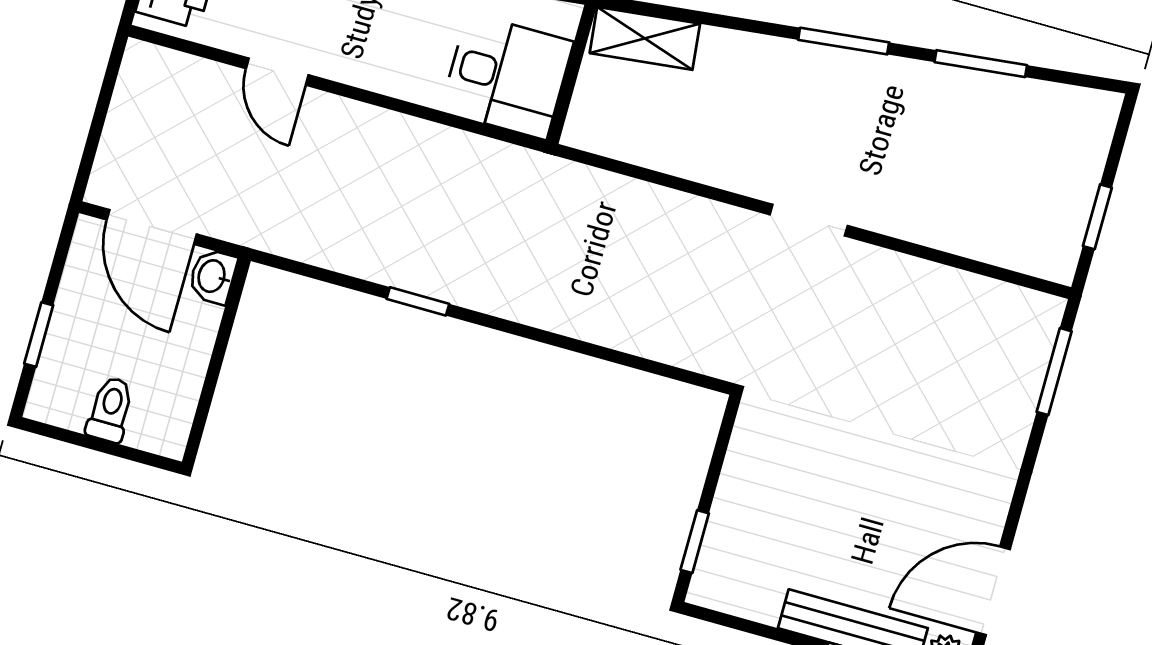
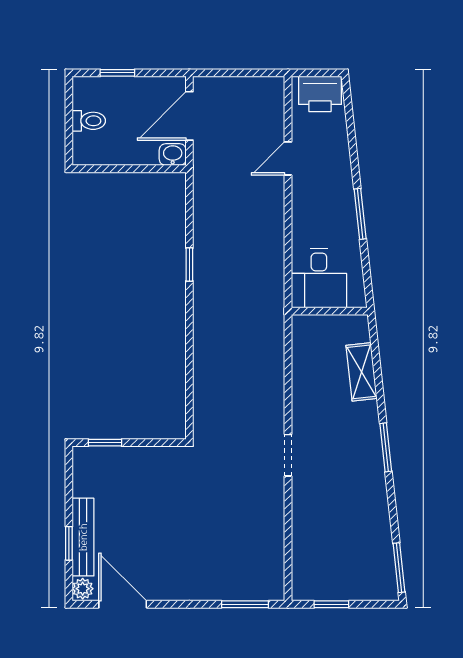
shelving: (645, 38) -> (362, 372), moved
window: (981, 64) -> (399, 568), moved

